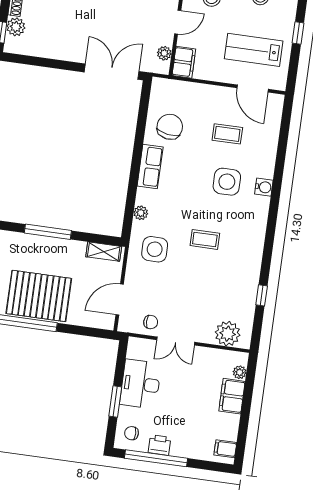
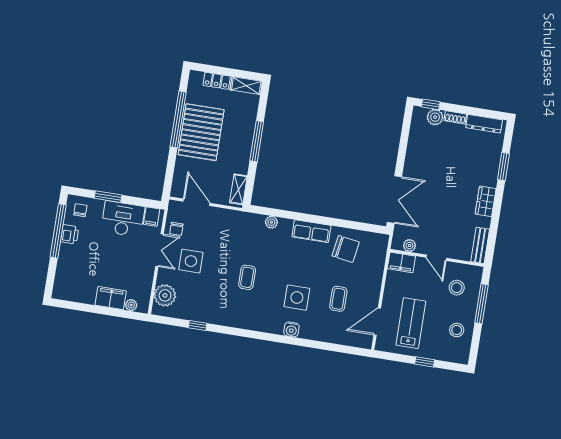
side table: (155, 249) -> (191, 261), moved
double door: (176, 341) -> (160, 250), swing flipped
filing cabinet: (225, 449) -> (152, 217), moved, turned 180

